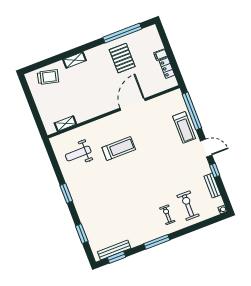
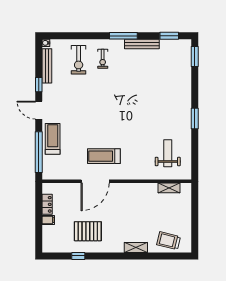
window: (122, 33) -> (78, 256), width x0.32
pallet: (122, 58) -> (88, 231), turned 90
treadmill: (119, 148) -> (104, 156), moved
weight bench: (78, 154) -> (168, 153), turned -90
bench: (212, 186) -> (47, 66), width x1.36
window: (82, 234) -> (195, 56), moved
bench: (114, 250) -> (142, 44), moved

